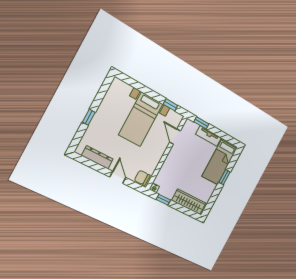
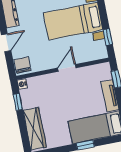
door: (175, 137) -> (67, 68), moved

